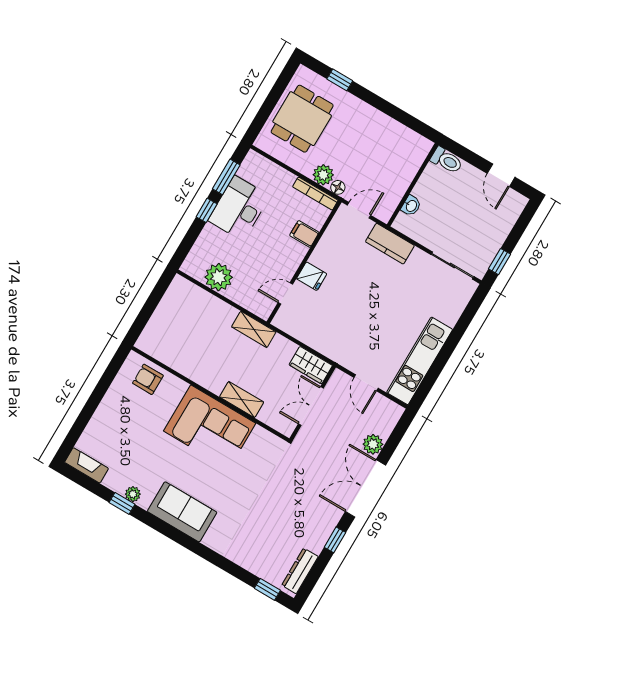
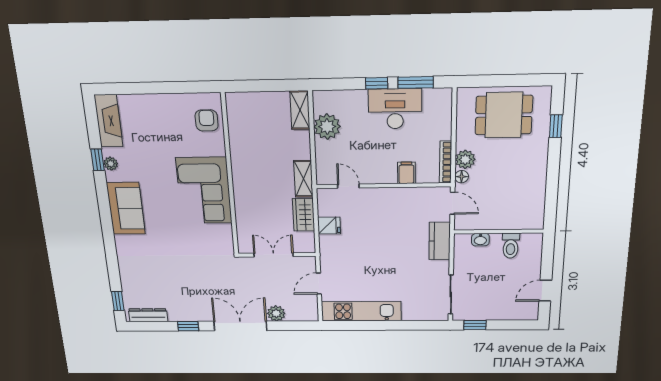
toilet: (447, 160) -> (511, 246), moved
fridge: (312, 276) -> (329, 226), moved, turned -90
wardrobe: (311, 365) -> (304, 215), moved
shelving: (242, 400) -> (300, 110), moved
fireplace: (86, 465) -> (109, 121), width x1.37, depth x1.32

